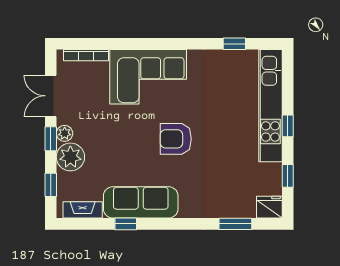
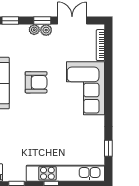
armchair: (176, 139) -> (36, 82), moved, turned 90
plant: (70, 157) -> (34, 30), width x0.53, depth x0.53

